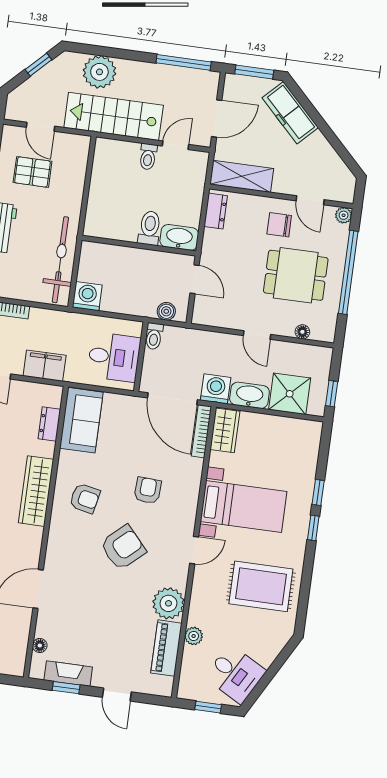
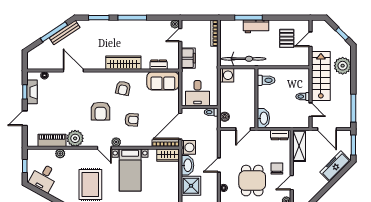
toilet: (150, 228) -> (266, 80), moved
plant: (186, 526) -> (116, 142), added
armchair: (123, 547) -> (101, 111), turned 42

